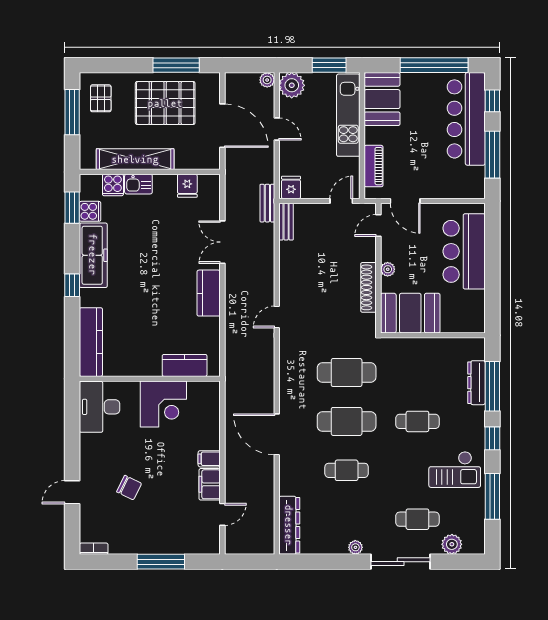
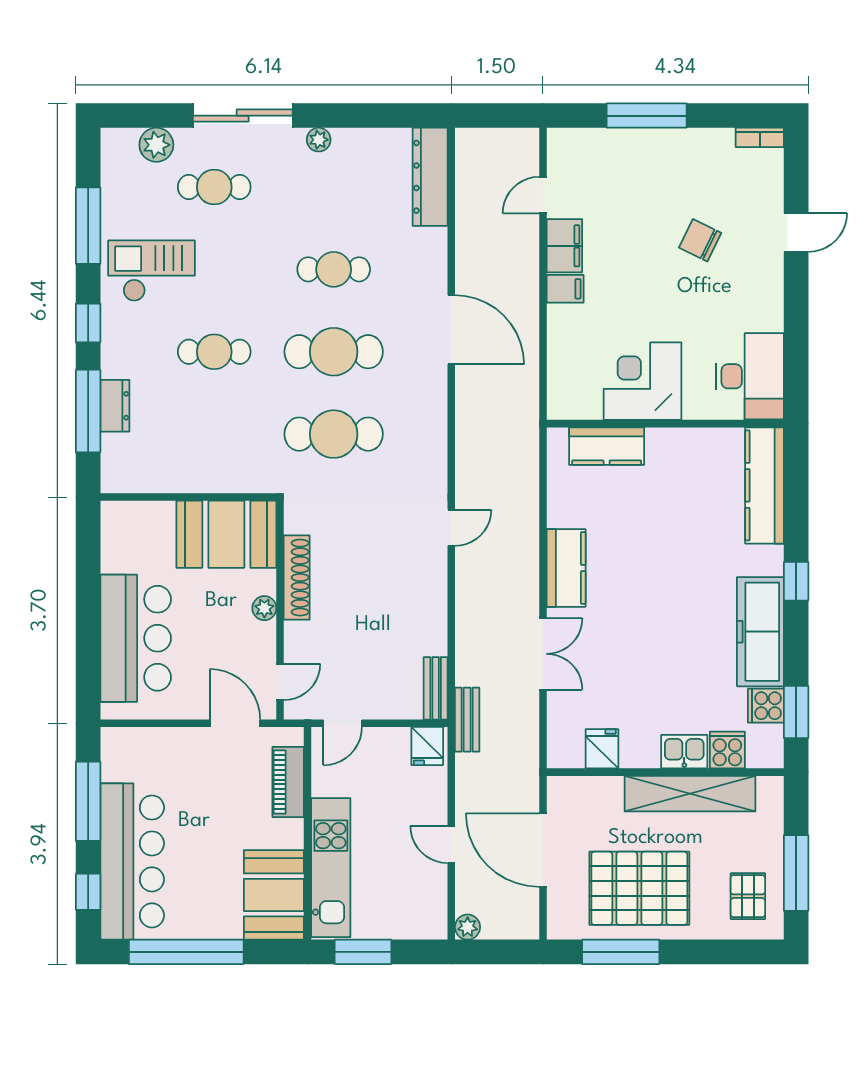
plant: (292, 85) -> (426, 918), removed
dresser: (476, 383) -> (115, 406), width x0.70

